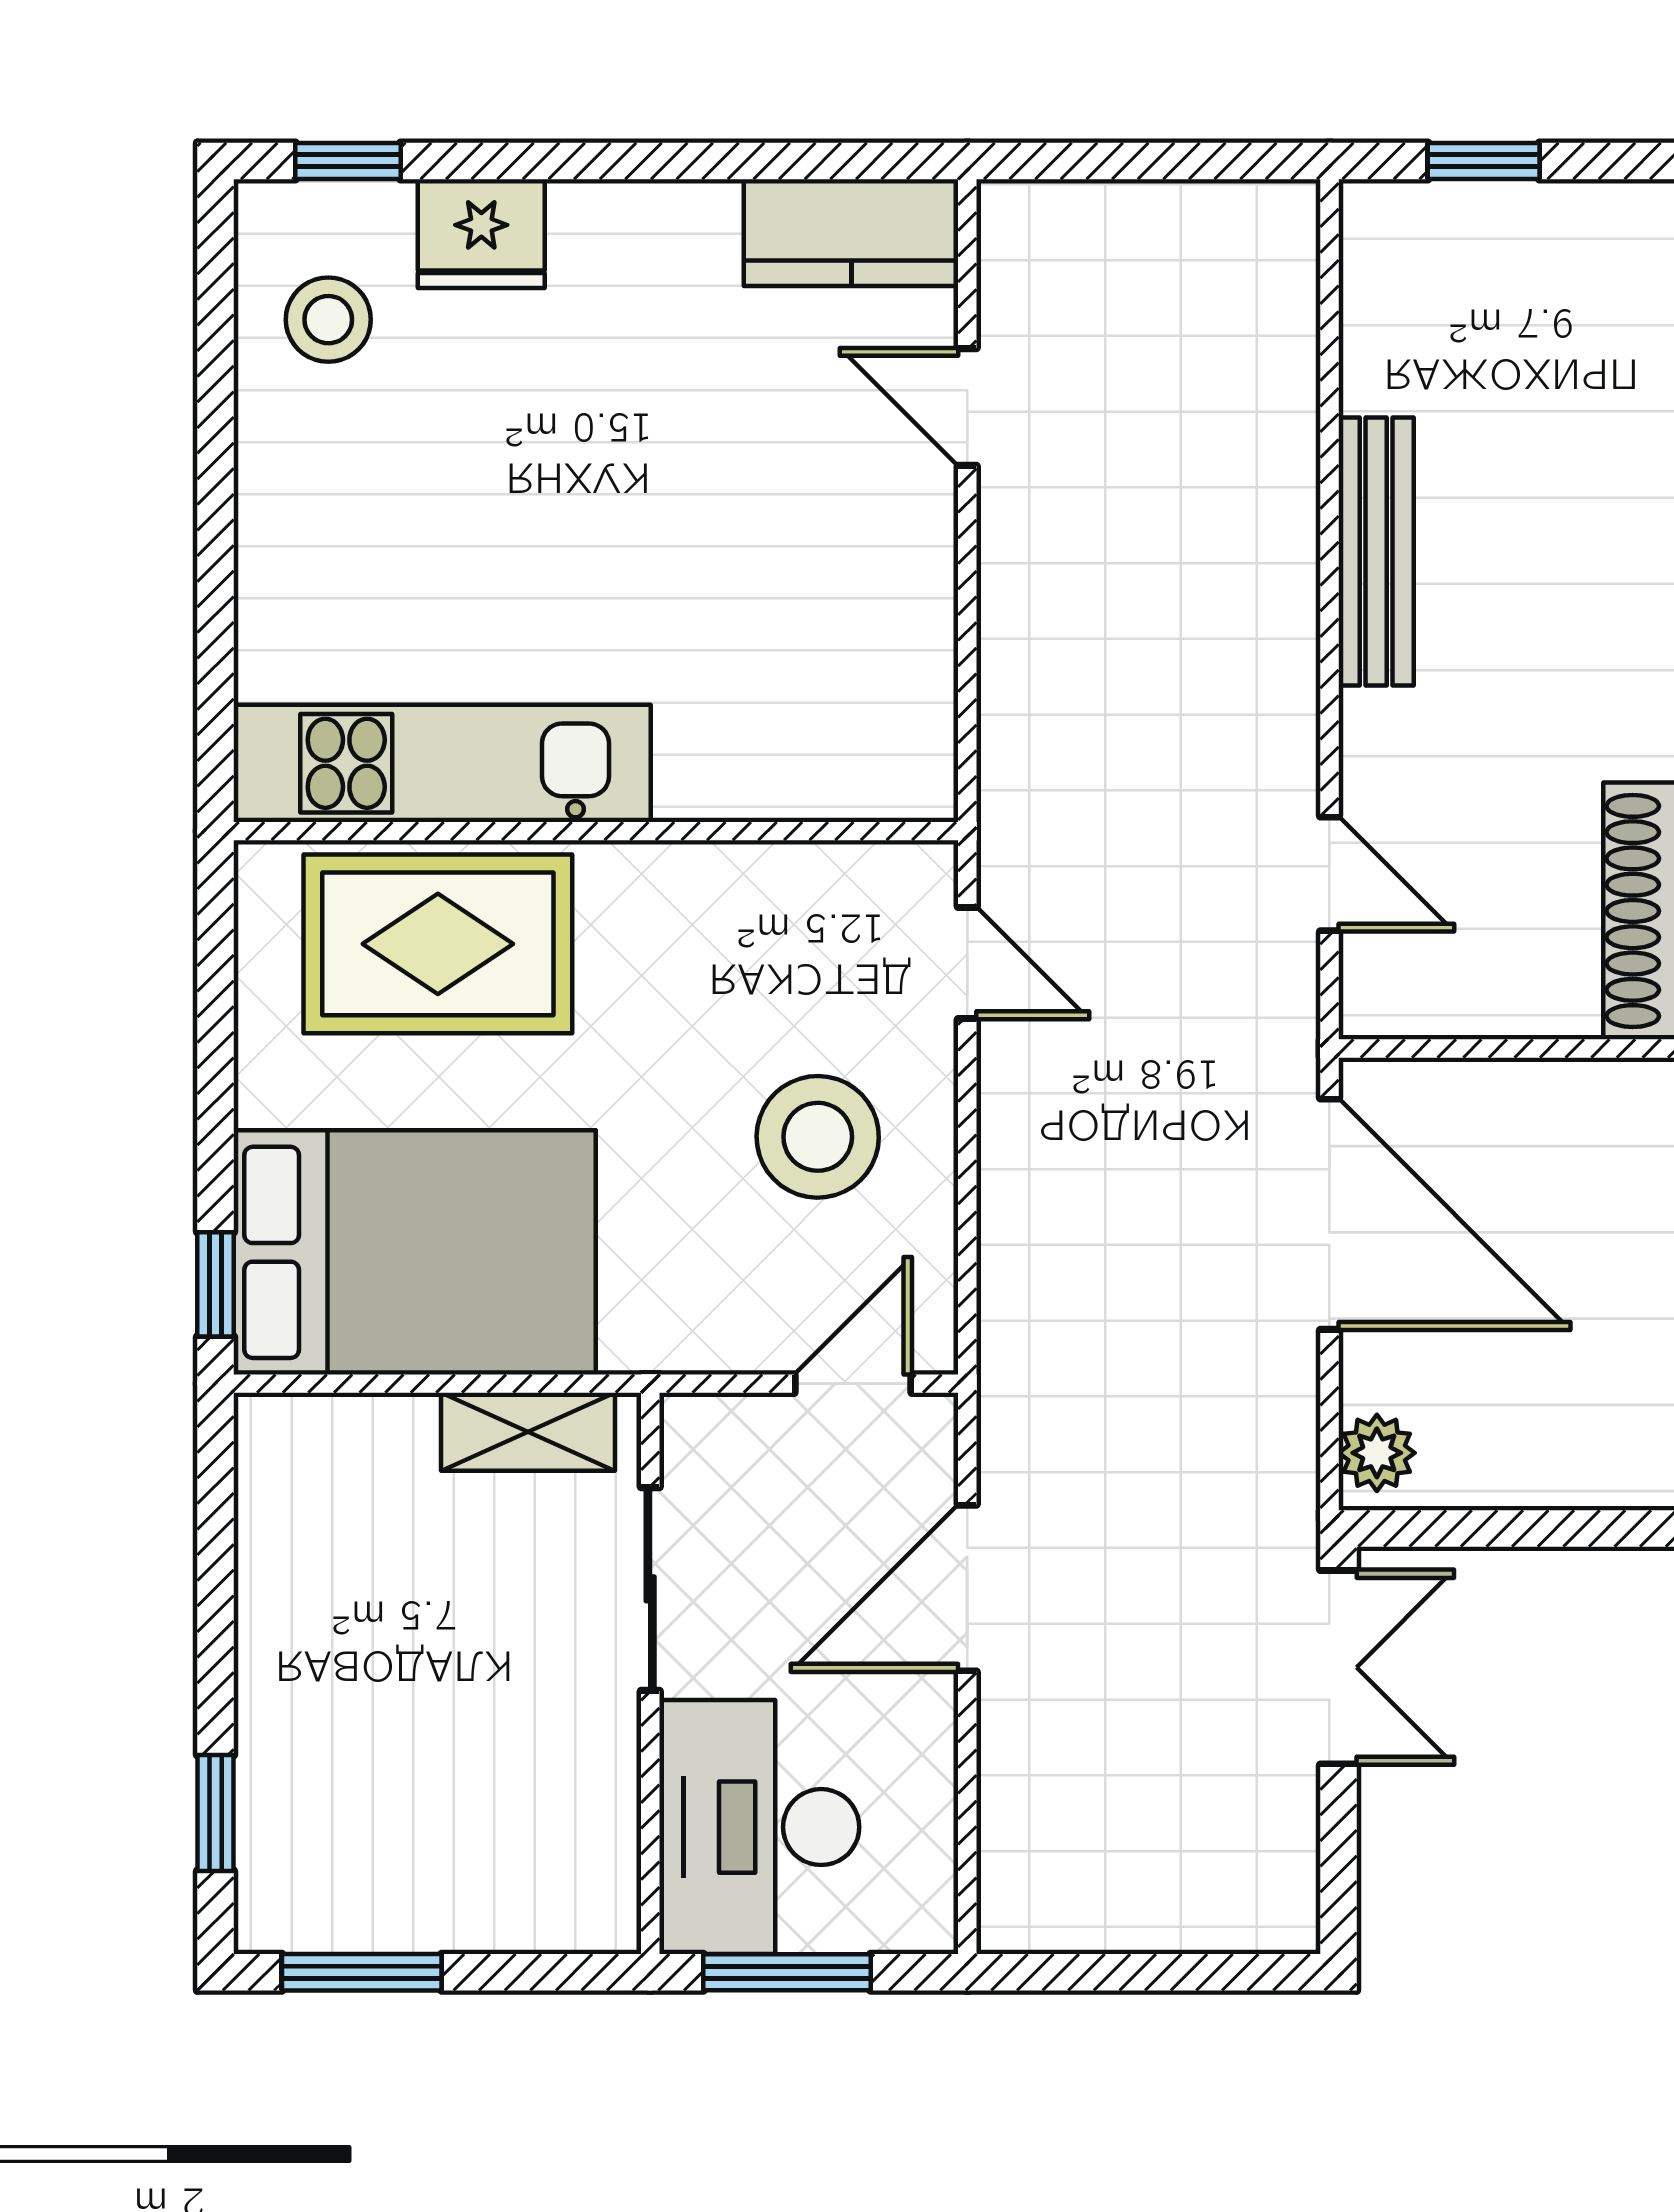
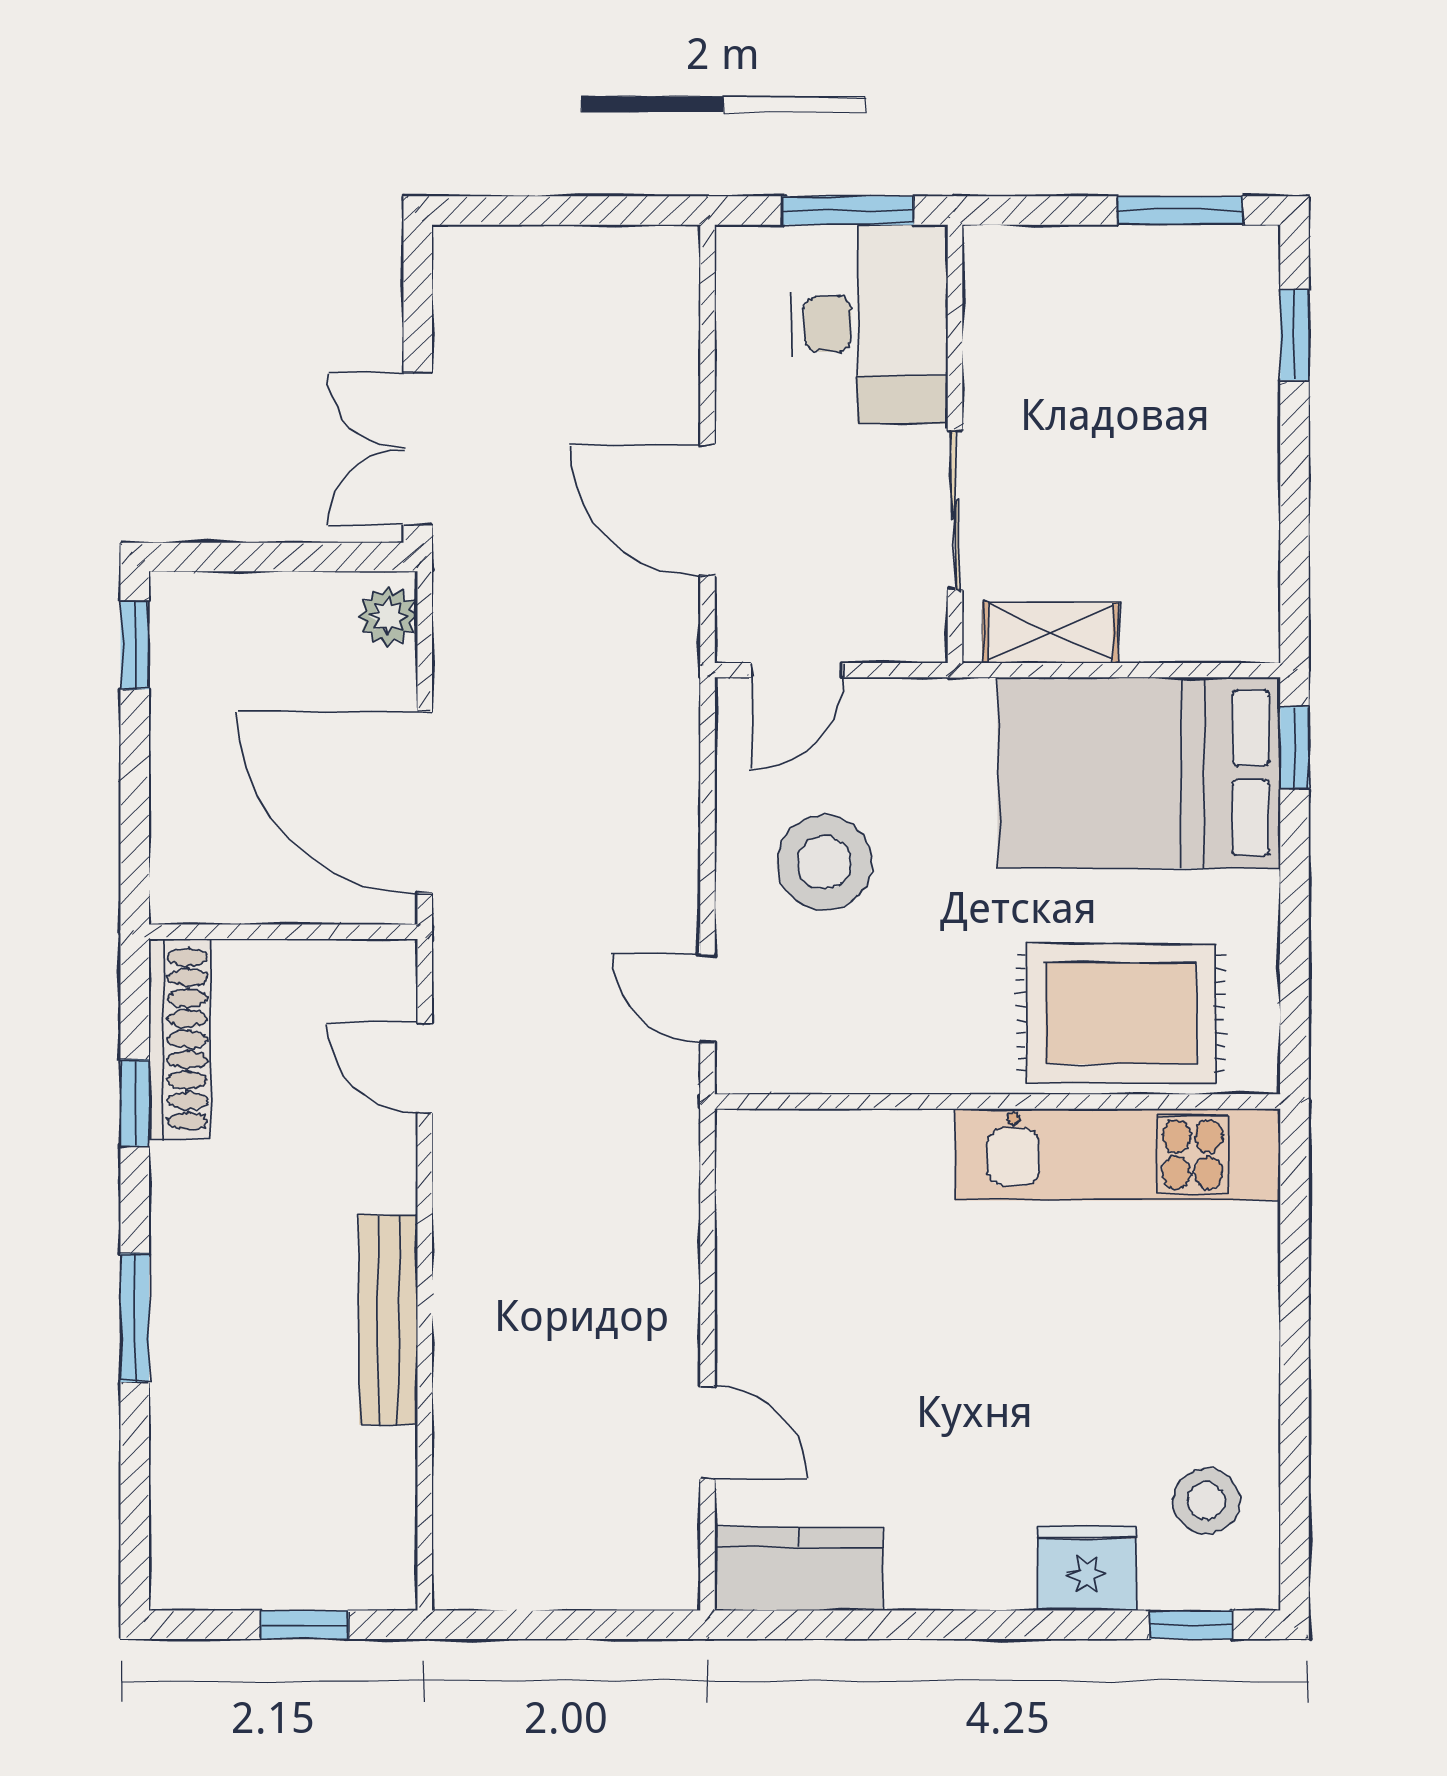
door: (967, 1588) -> (708, 510), swing flipped

